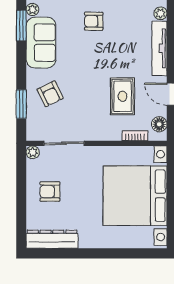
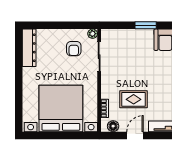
armchair: (50, 94) -> (135, 46), removed
window: (21, 104) -> (146, 25), moved
armchair: (50, 191) -> (74, 49), moved, turned 180

